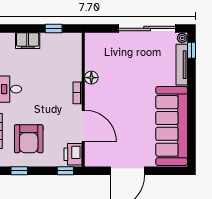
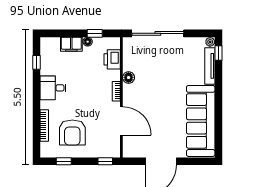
sliding door: (147, 28) -> (158, 33), moved
floor lamp: (46, 38) -> (88, 42), added
printer: (73, 154) -> (112, 59), moved

